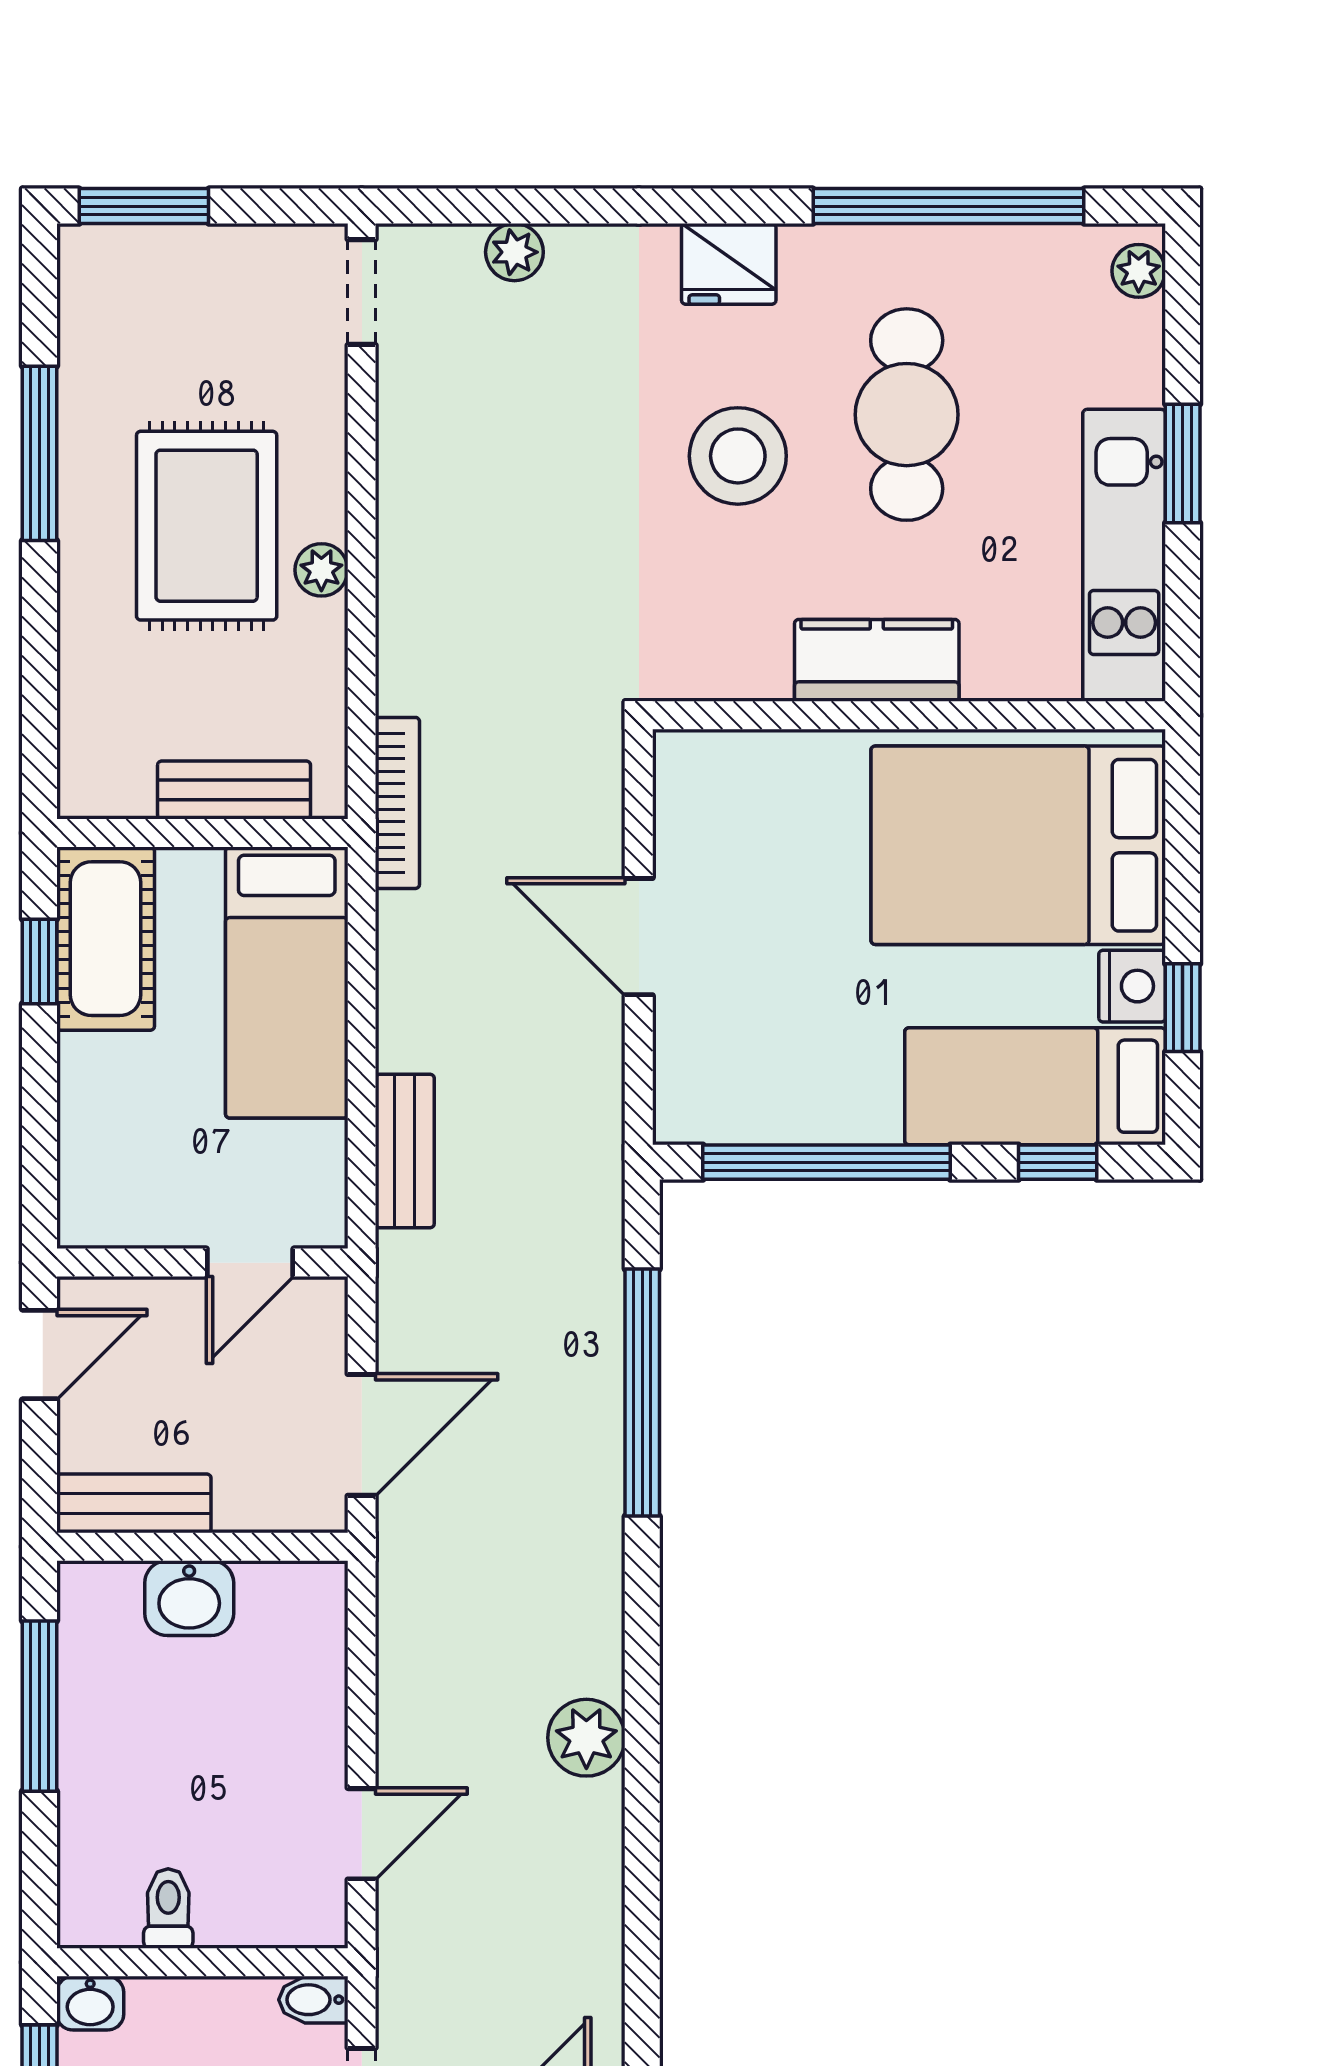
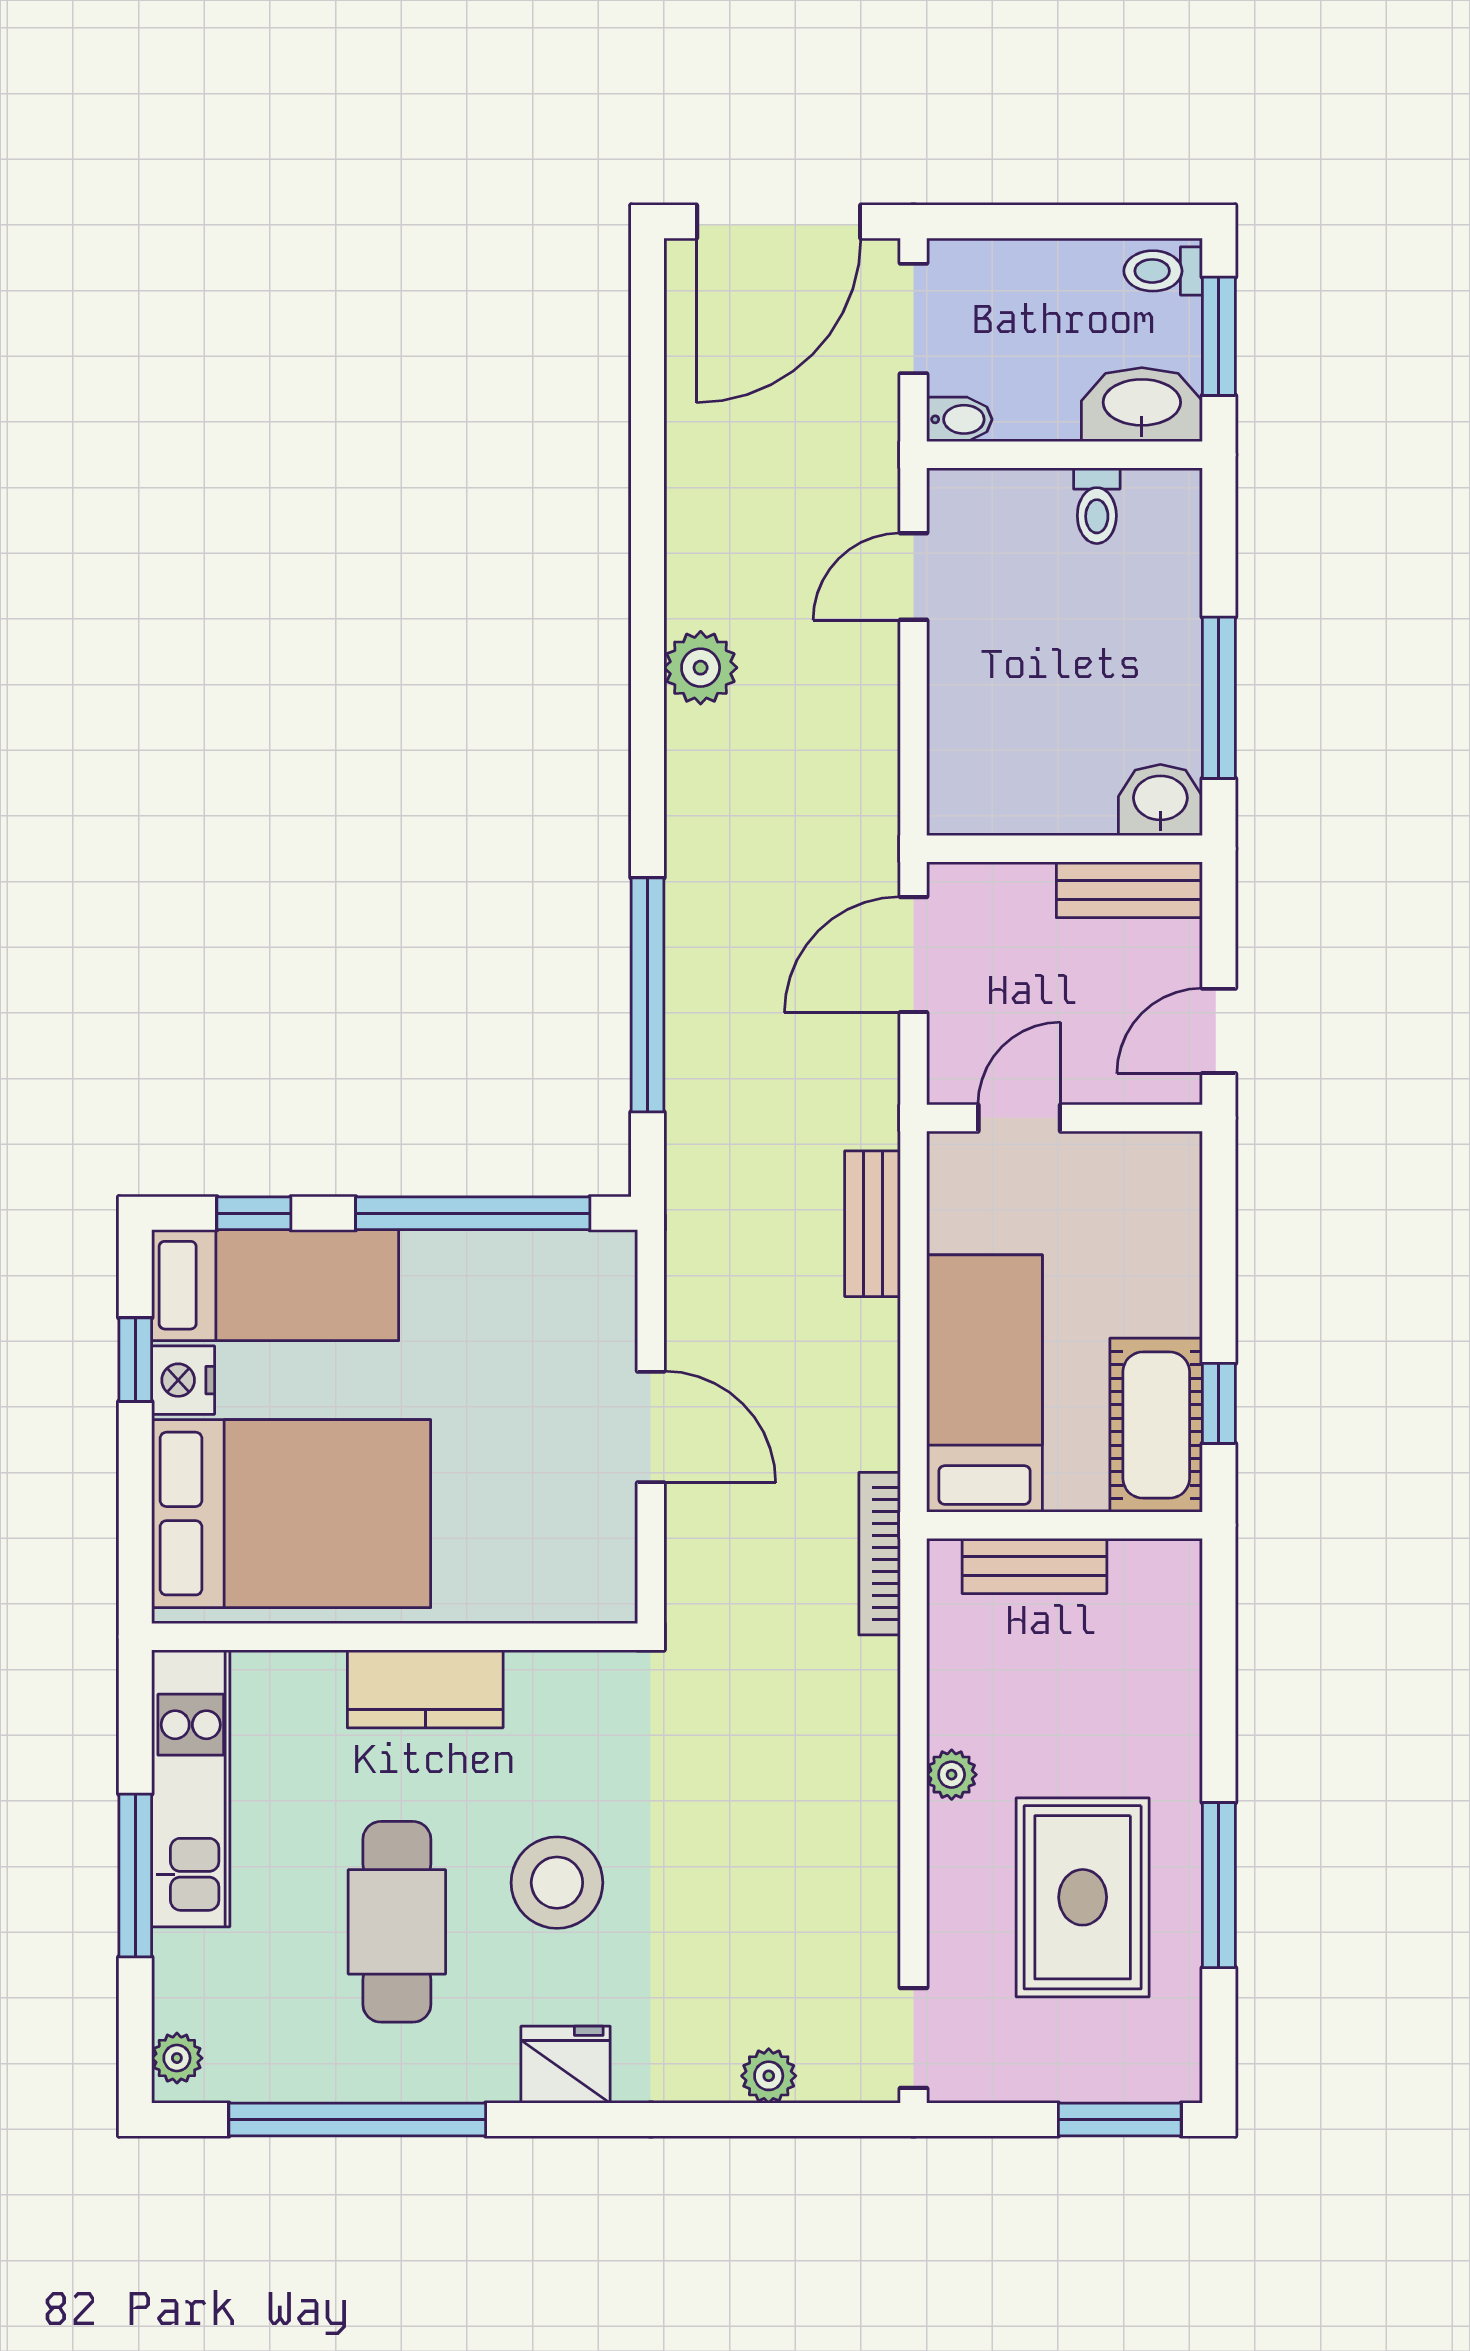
window: (1183, 464) -> (135, 1875), width x1.44
rug: (207, 526) -> (1083, 1897), moved
washbasin: (189, 1598) -> (1160, 800), moved
washbasin: (90, 2003) -> (1142, 405), width x1.91, depth x1.45

